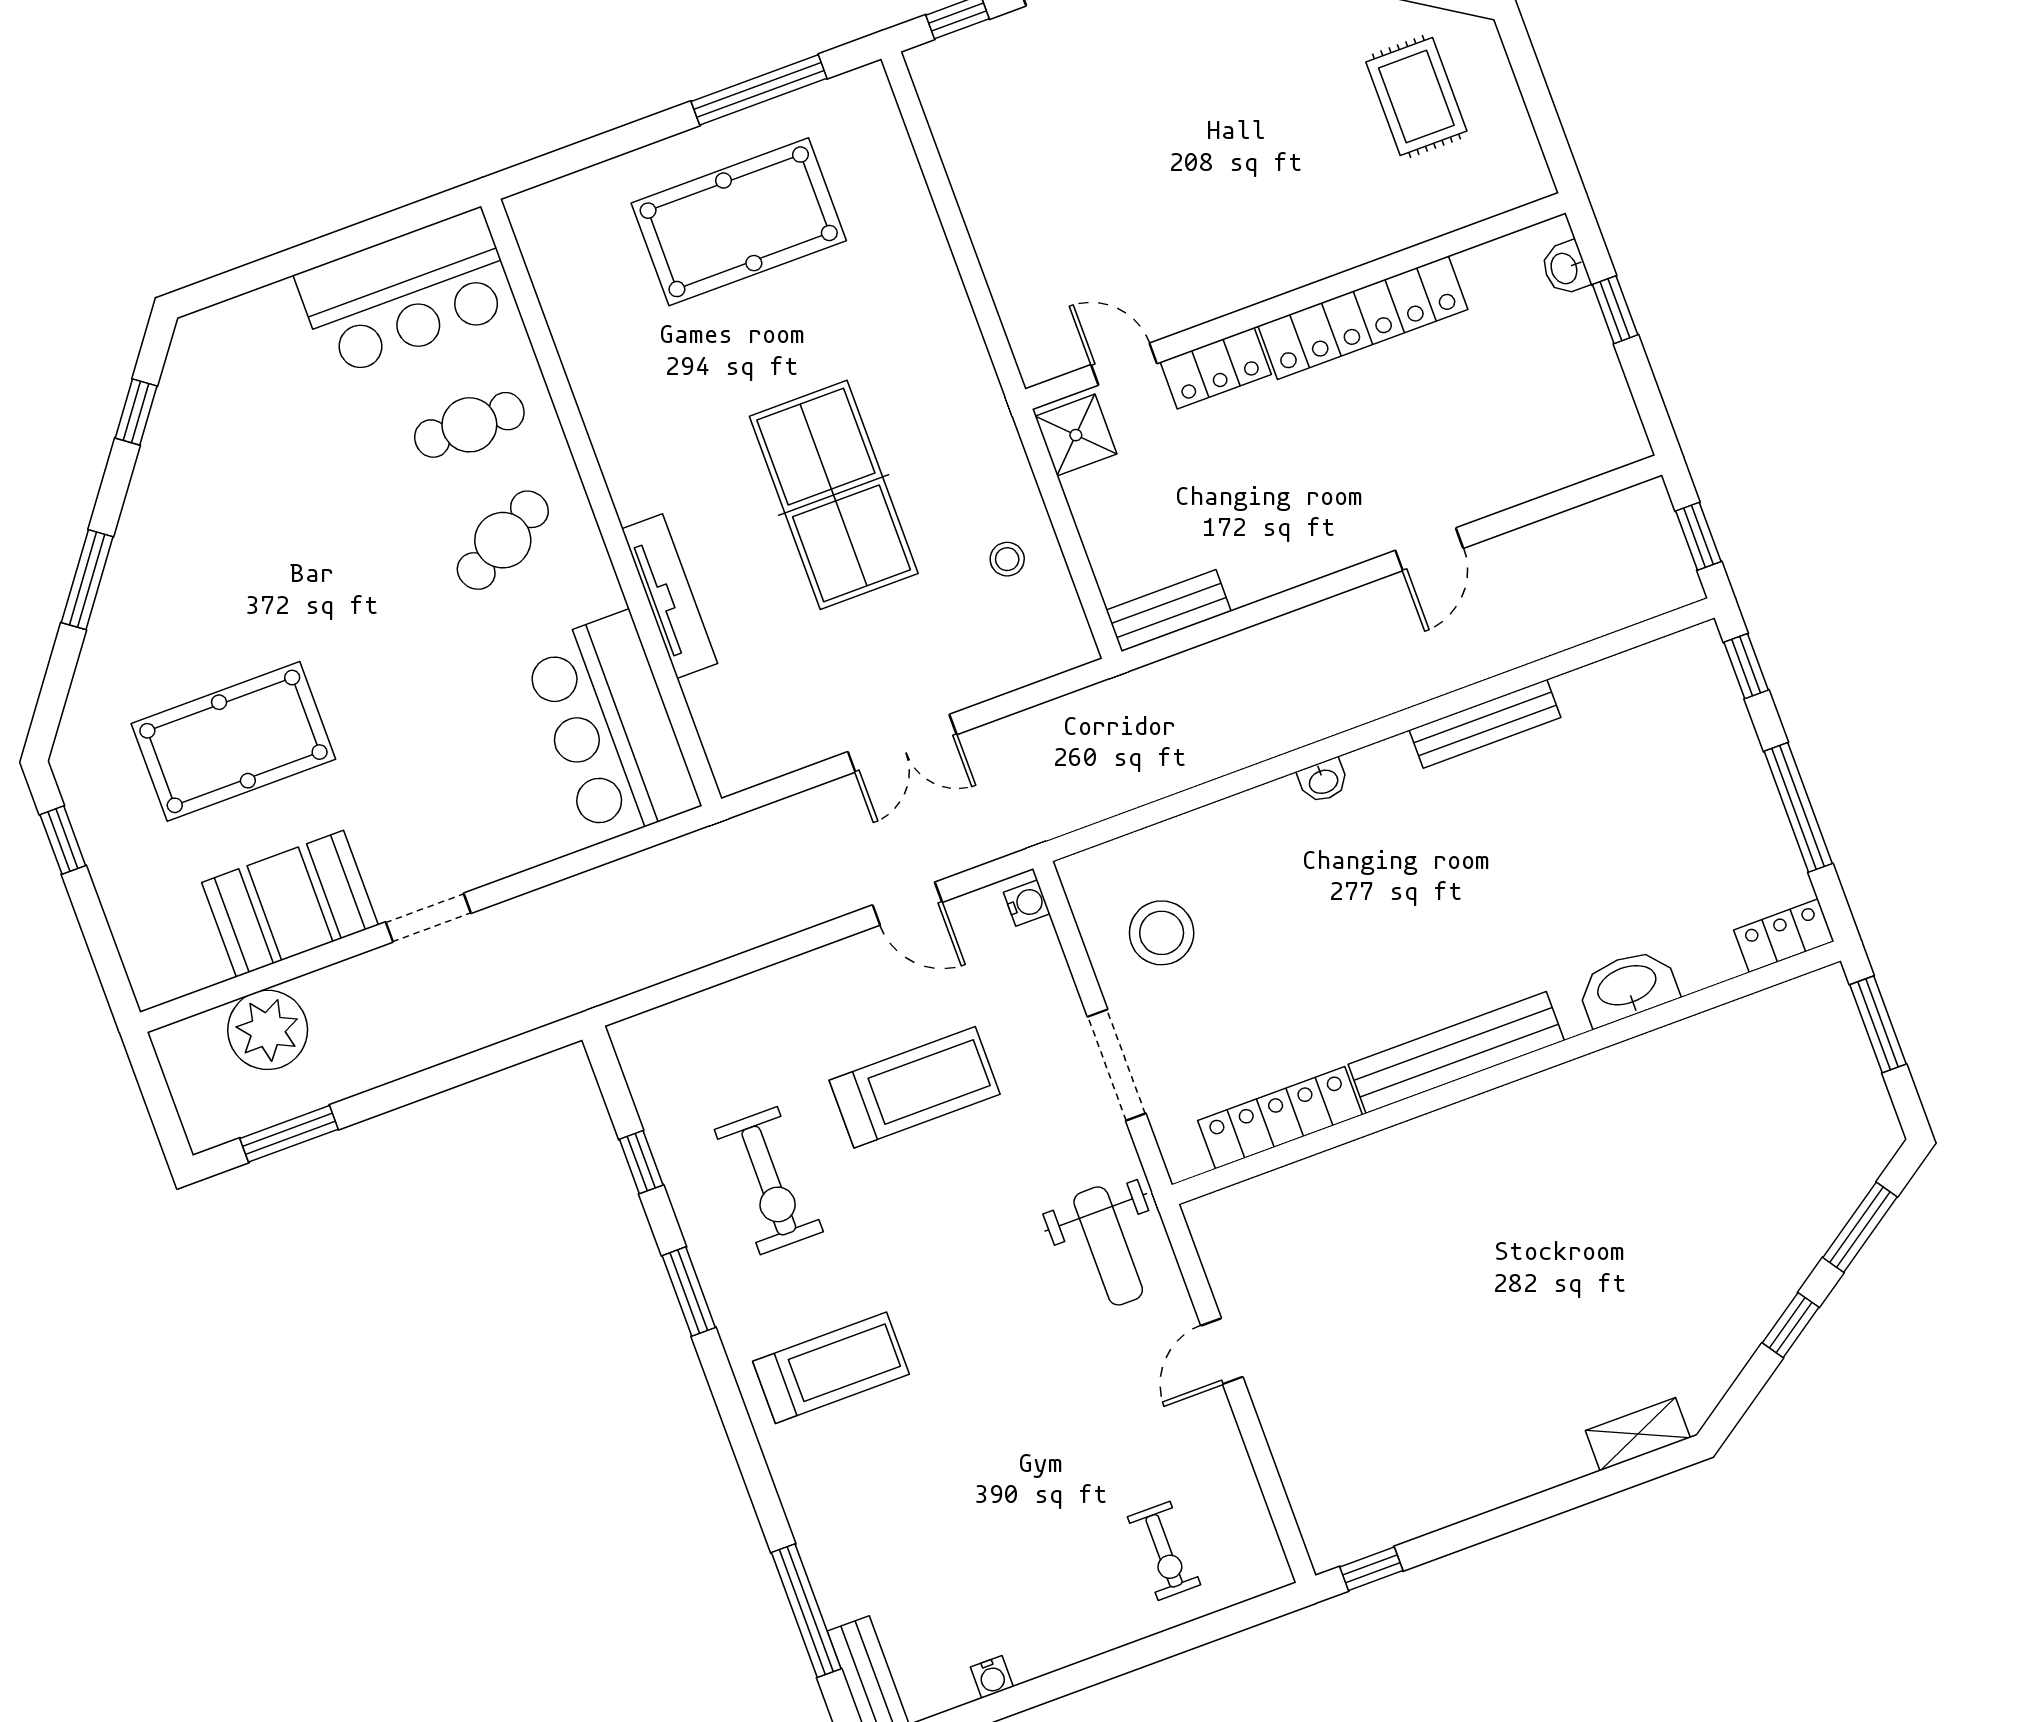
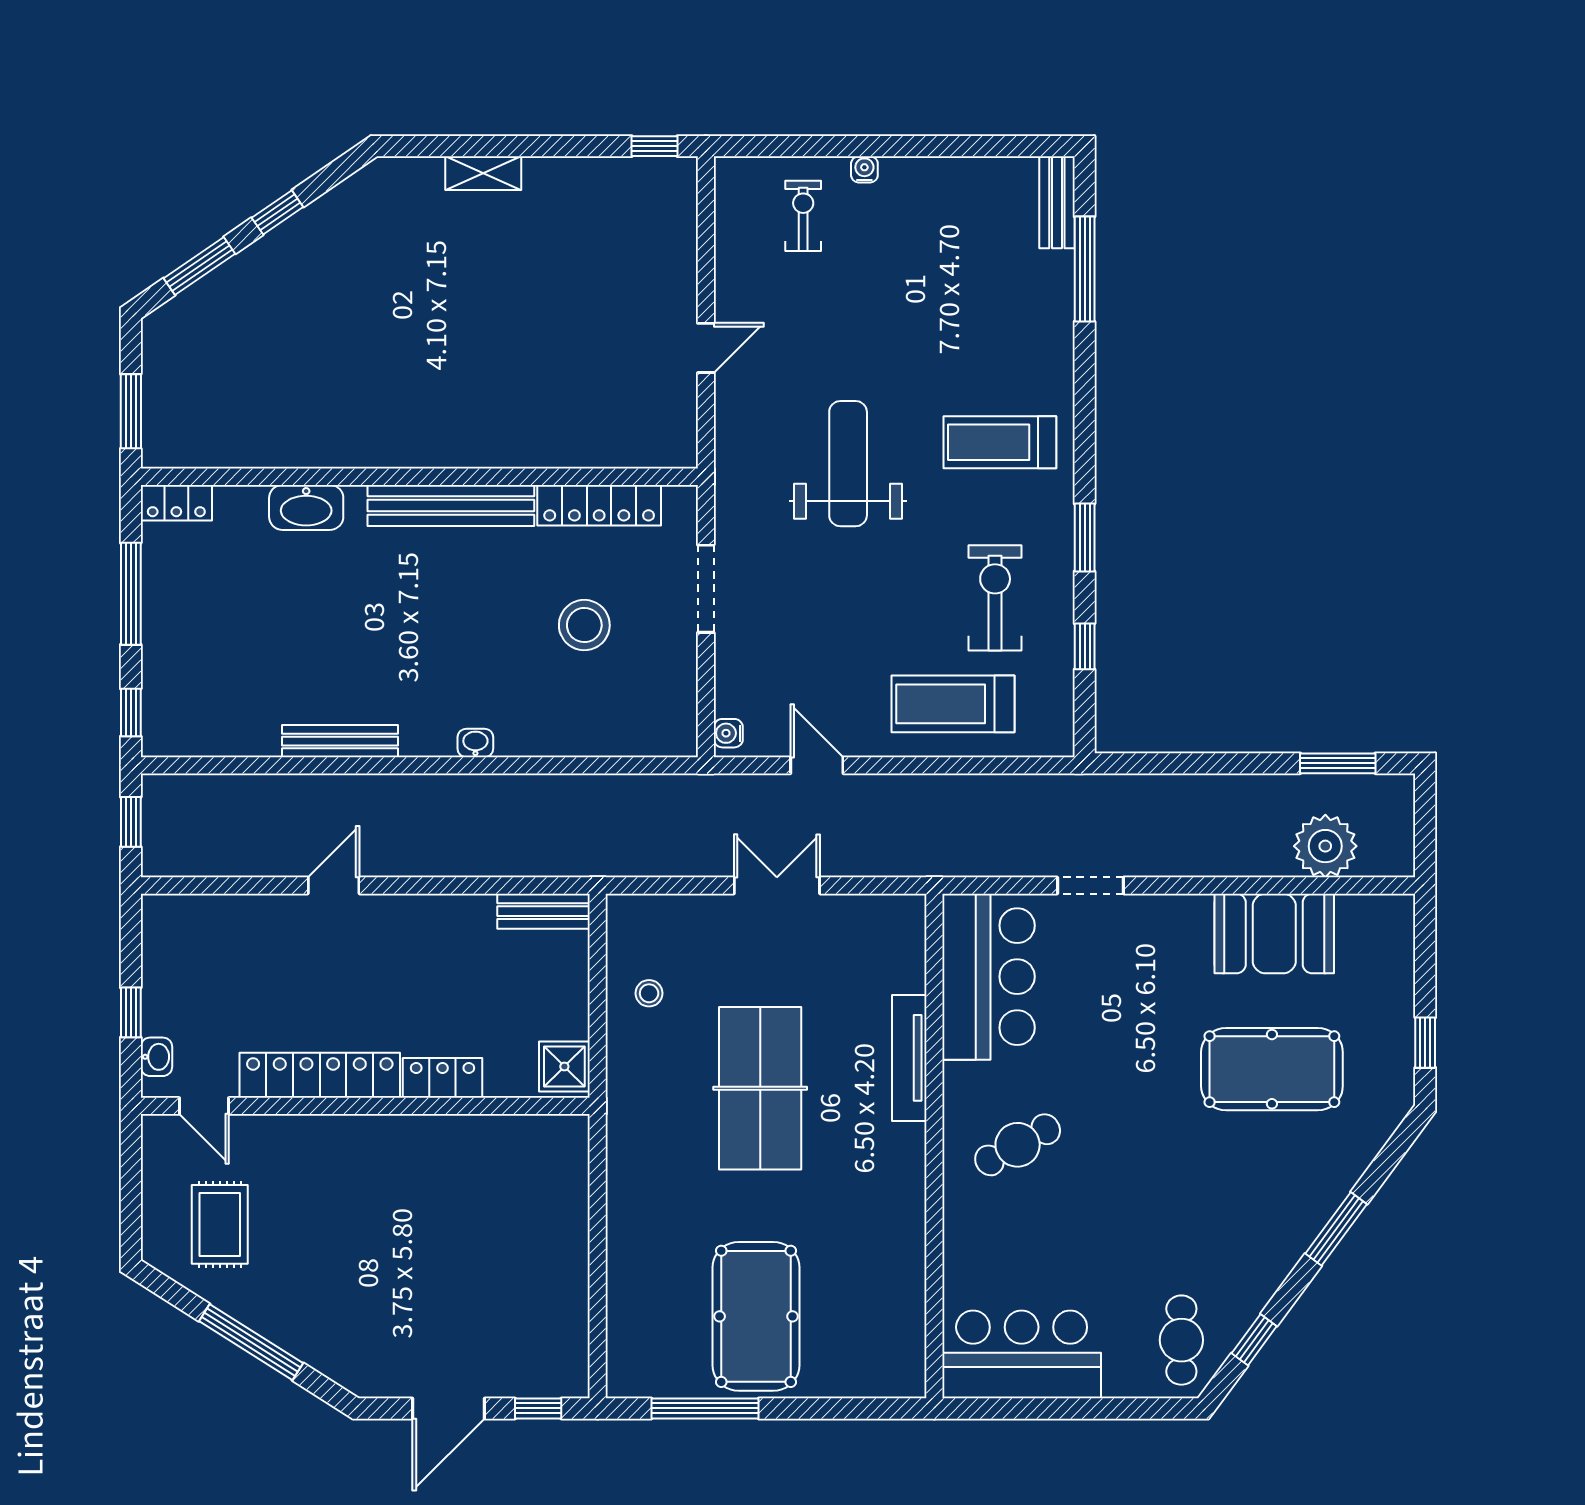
pool table: (739, 222) -> (756, 1316), turned 90
door: (1124, 364) -> (204, 1106), moved
cafe table: (469, 425) -> (1181, 1340), moved, turned 90
doorway: (428, 918) -> (1090, 886), moved
stool: (1162, 933) -> (584, 625), moved
treadmill: (915, 1087) -> (953, 704), moved
weight bench: (1108, 1246) -> (848, 464), moved, width x1.36, depth x1.33
shelving: (1638, 1434) -> (483, 173), moved
water cooler: (992, 1677) -> (864, 169), moved

